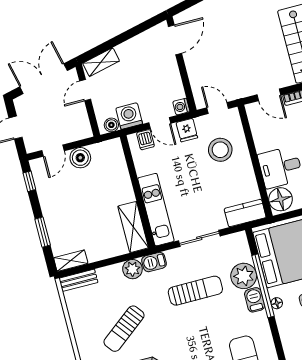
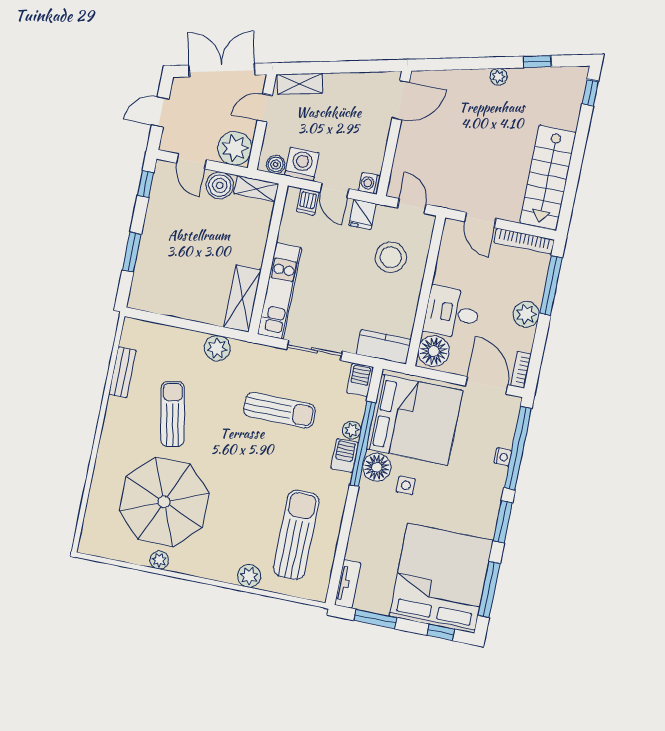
plant: (78, 128) -> (235, 148), added
door: (53, 151) -> (191, 161), hinge flipped
shelving: (71, 261) -> (256, 189), moved
barbecue: (154, 262) -> (360, 380), moved, turned 90
plant: (244, 276) -> (352, 430), width x0.53, depth x0.53
bench: (78, 280) -> (122, 372), moved, turned 90
floor lamp: (277, 303) -> (377, 467), width x1.89, depth x1.89
sun lounger: (124, 329) -> (173, 414), turned 117

